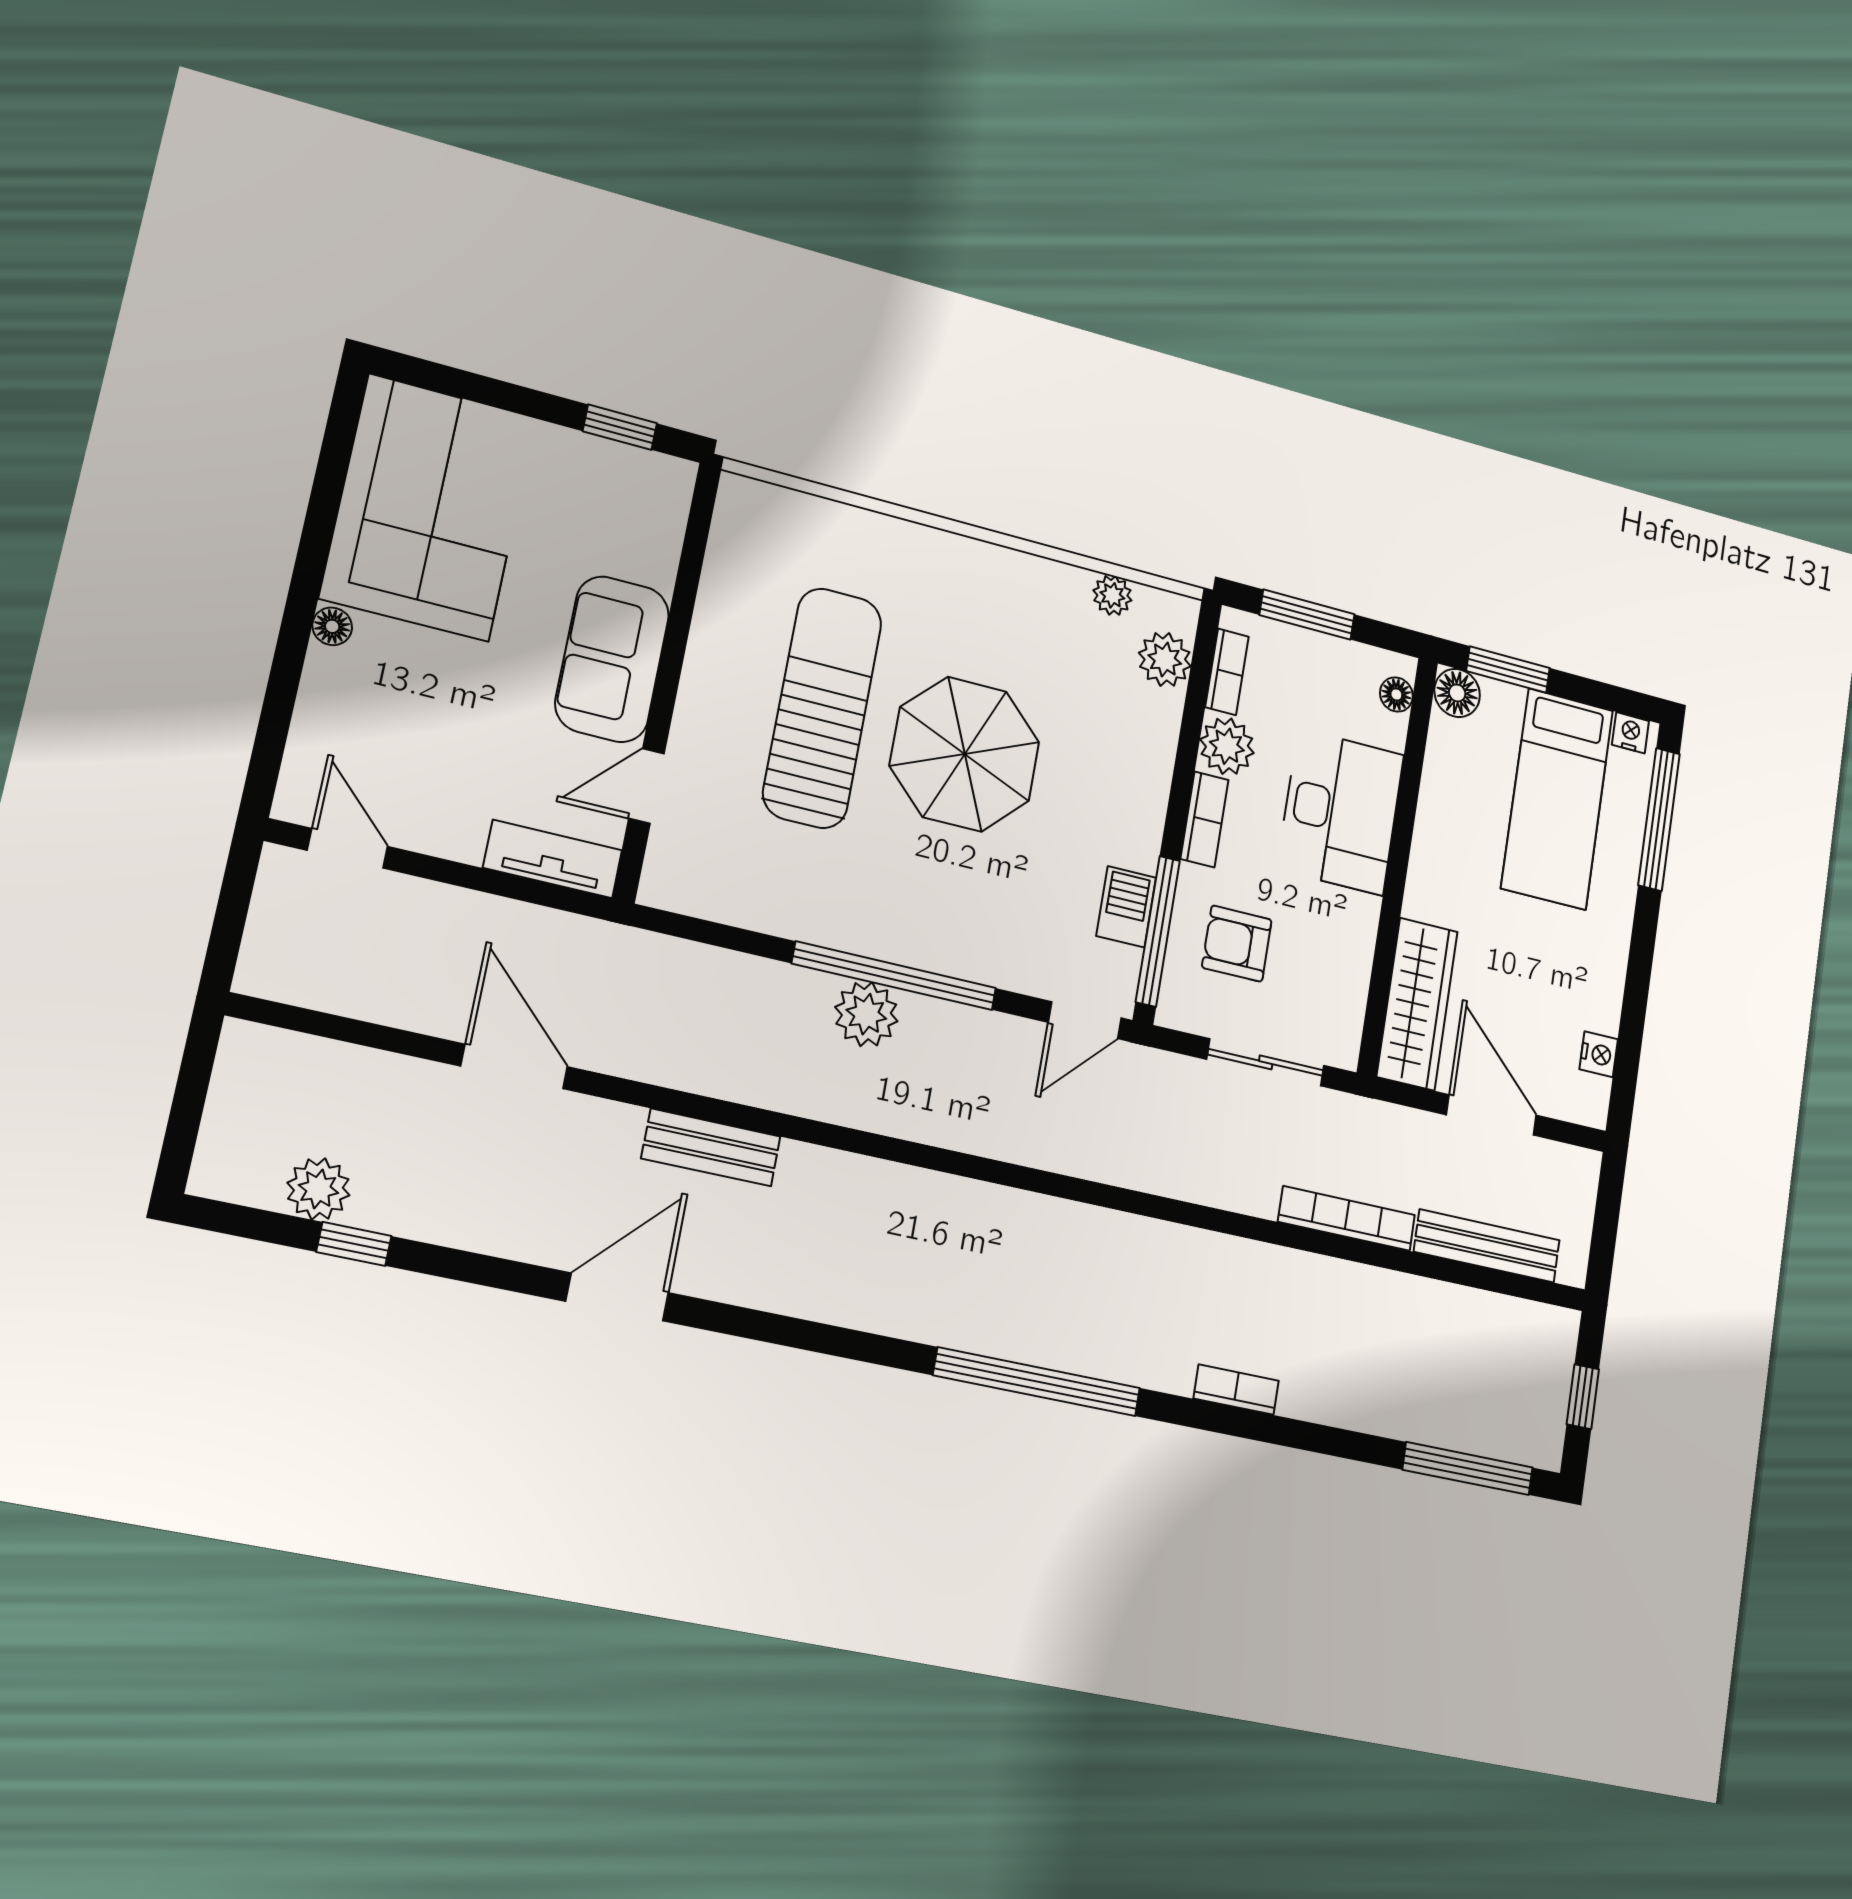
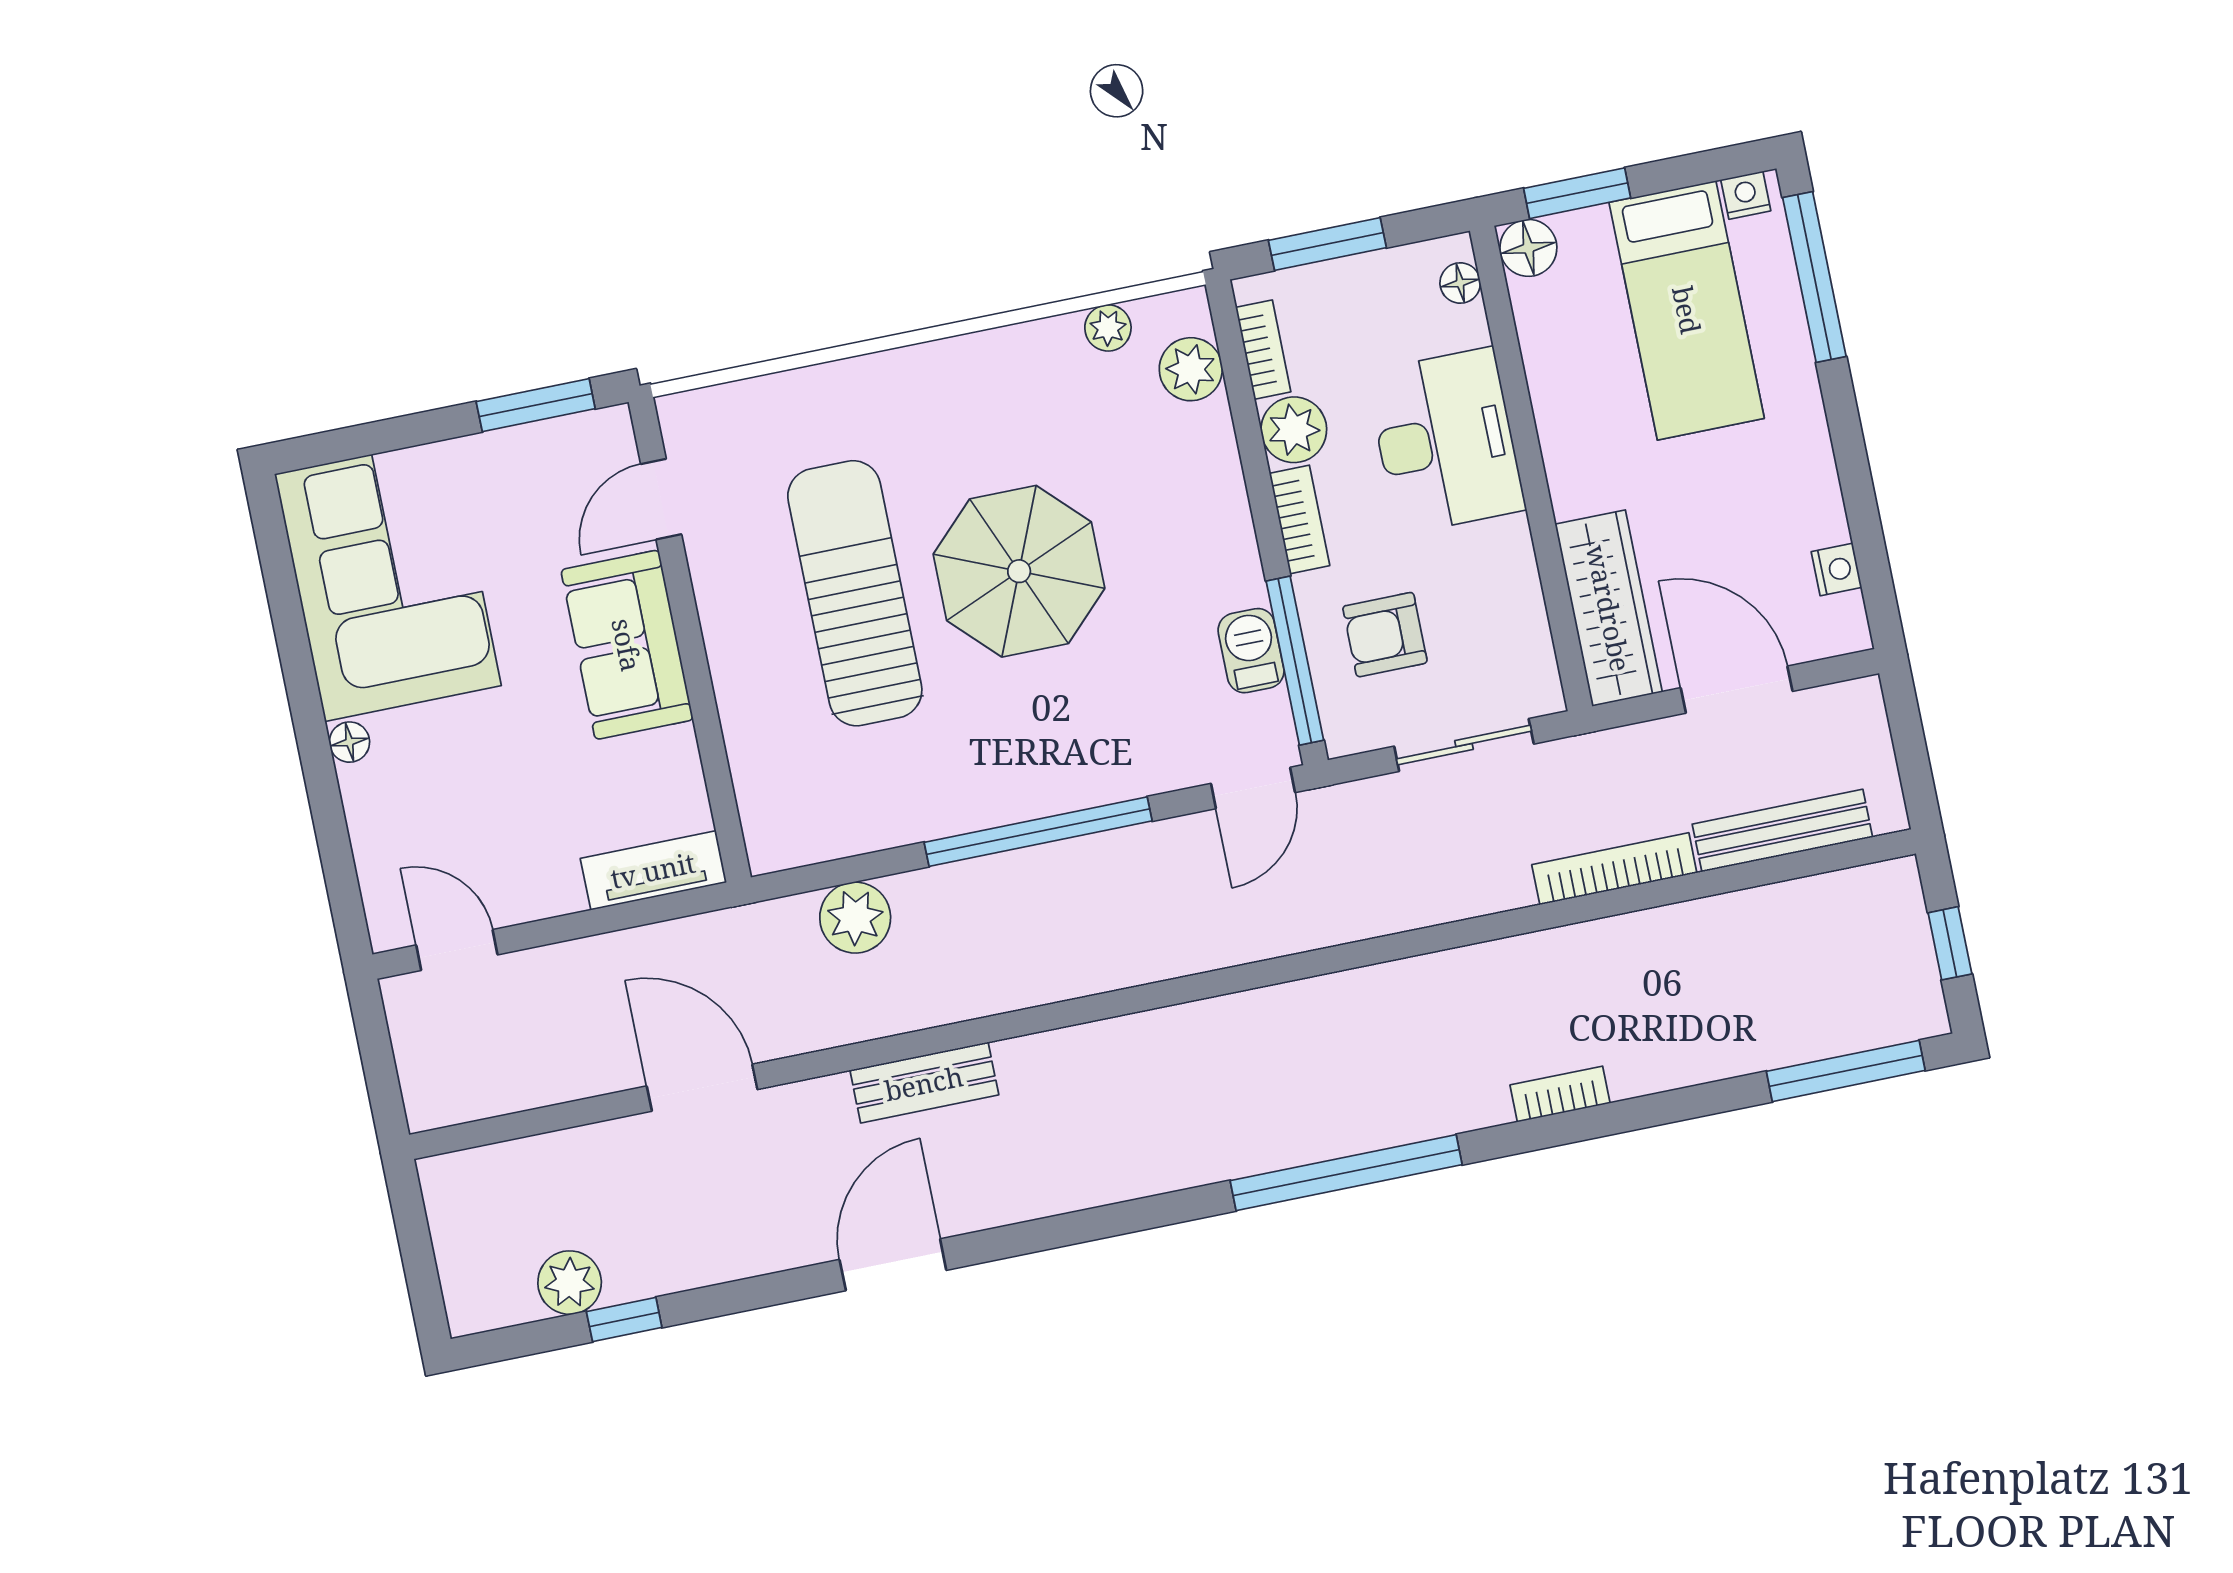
window: (620, 427) -> (536, 405), width x1.50
door: (646, 786) -> (661, 499), moved
plant: (866, 1014) -> (855, 918), moved

